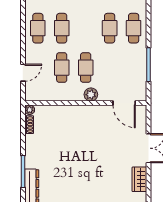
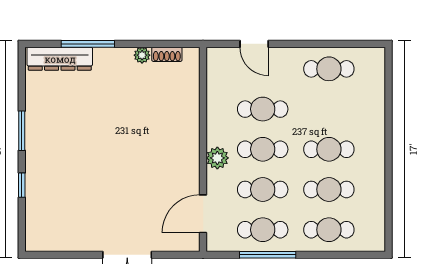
cafe table: (62, 28) -> (329, 149), moved
cafe table: (110, 68) -> (263, 189), added
cafe table: (134, 68) -> (263, 230), added
plant: (30, 110) -> (142, 55), moved
wardrobe: (139, 179) -> (75, 240), removed

